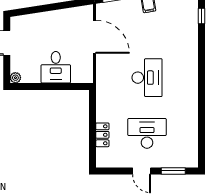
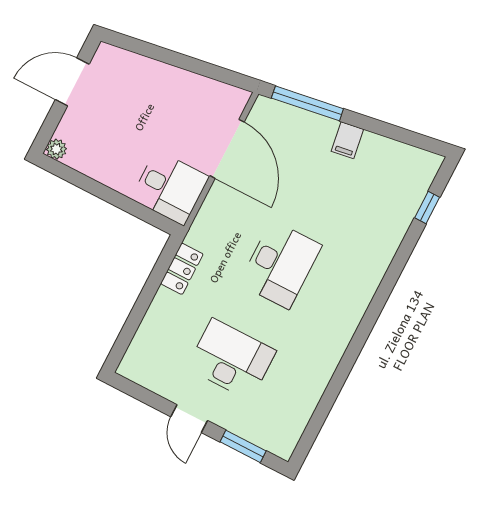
desk: (56, 67) -> (170, 188), moved, turned -90
locker: (102, 135) -> (182, 269), moved

